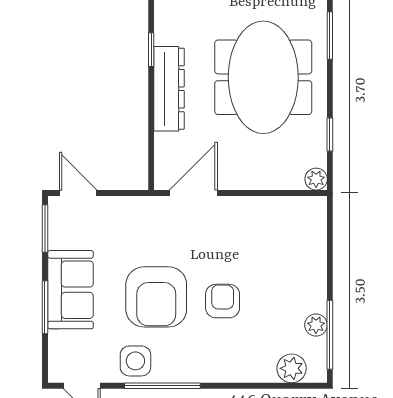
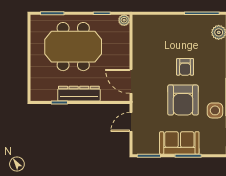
door: (78, 193) -> (131, 122), moved
armchair: (156, 297) -> (183, 100), turned 90
armchair: (223, 301) -> (185, 67), turned -90
plant: (316, 325) -> (197, 20), removed

